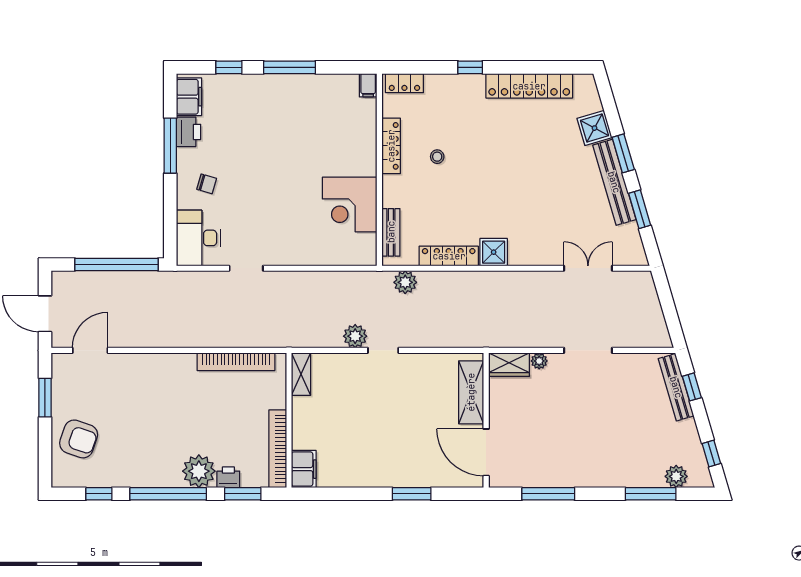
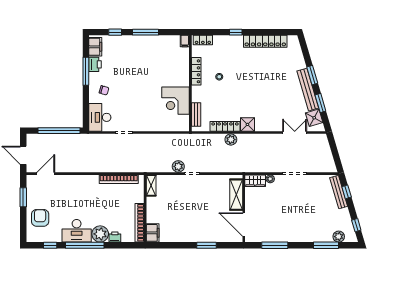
shower: (595, 128) -> (314, 118), moved
plant: (405, 282) -> (231, 140), moved
armchair: (79, 439) -> (40, 218), turned -109
desk: (152, 465) -> (77, 231), added
window: (243, 494) -> (122, 245), removed

